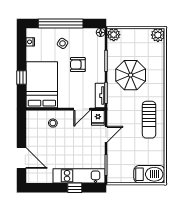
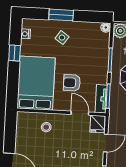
window: (61, 23) -> (61, 15), width x0.47
armchair: (78, 65) -> (72, 83), moved
window: (21, 77) -> (15, 53), moved
door: (82, 109) -> (80, 113), swing flipped

